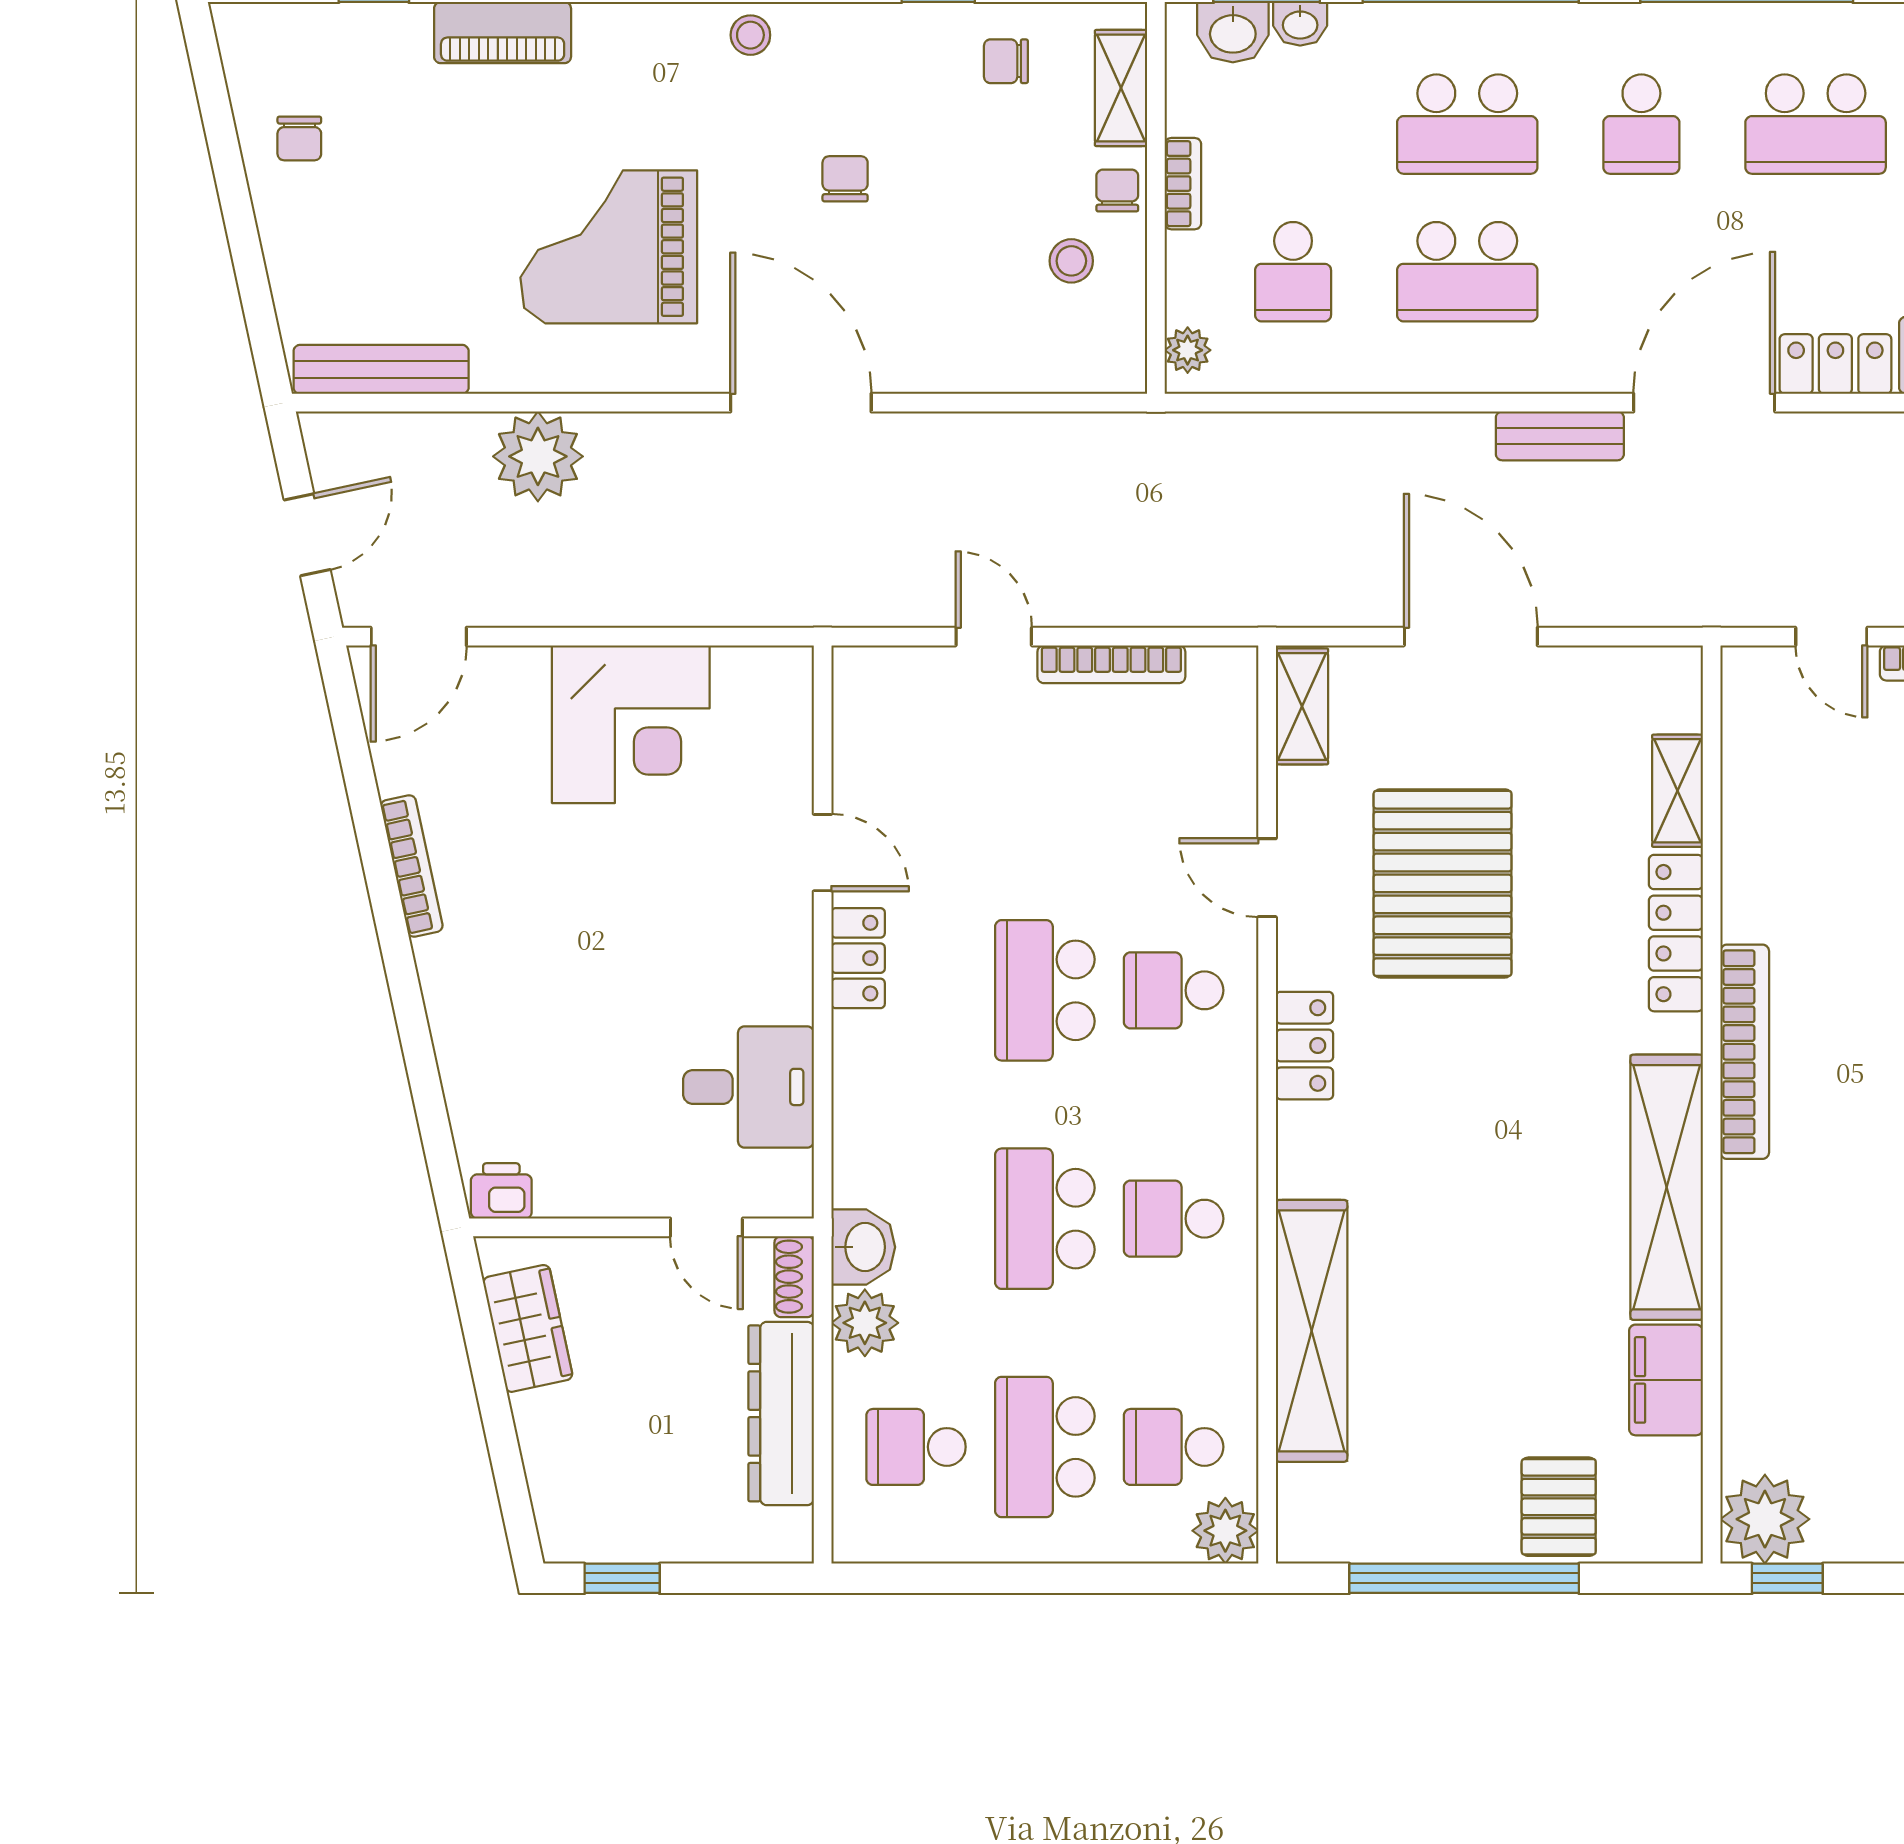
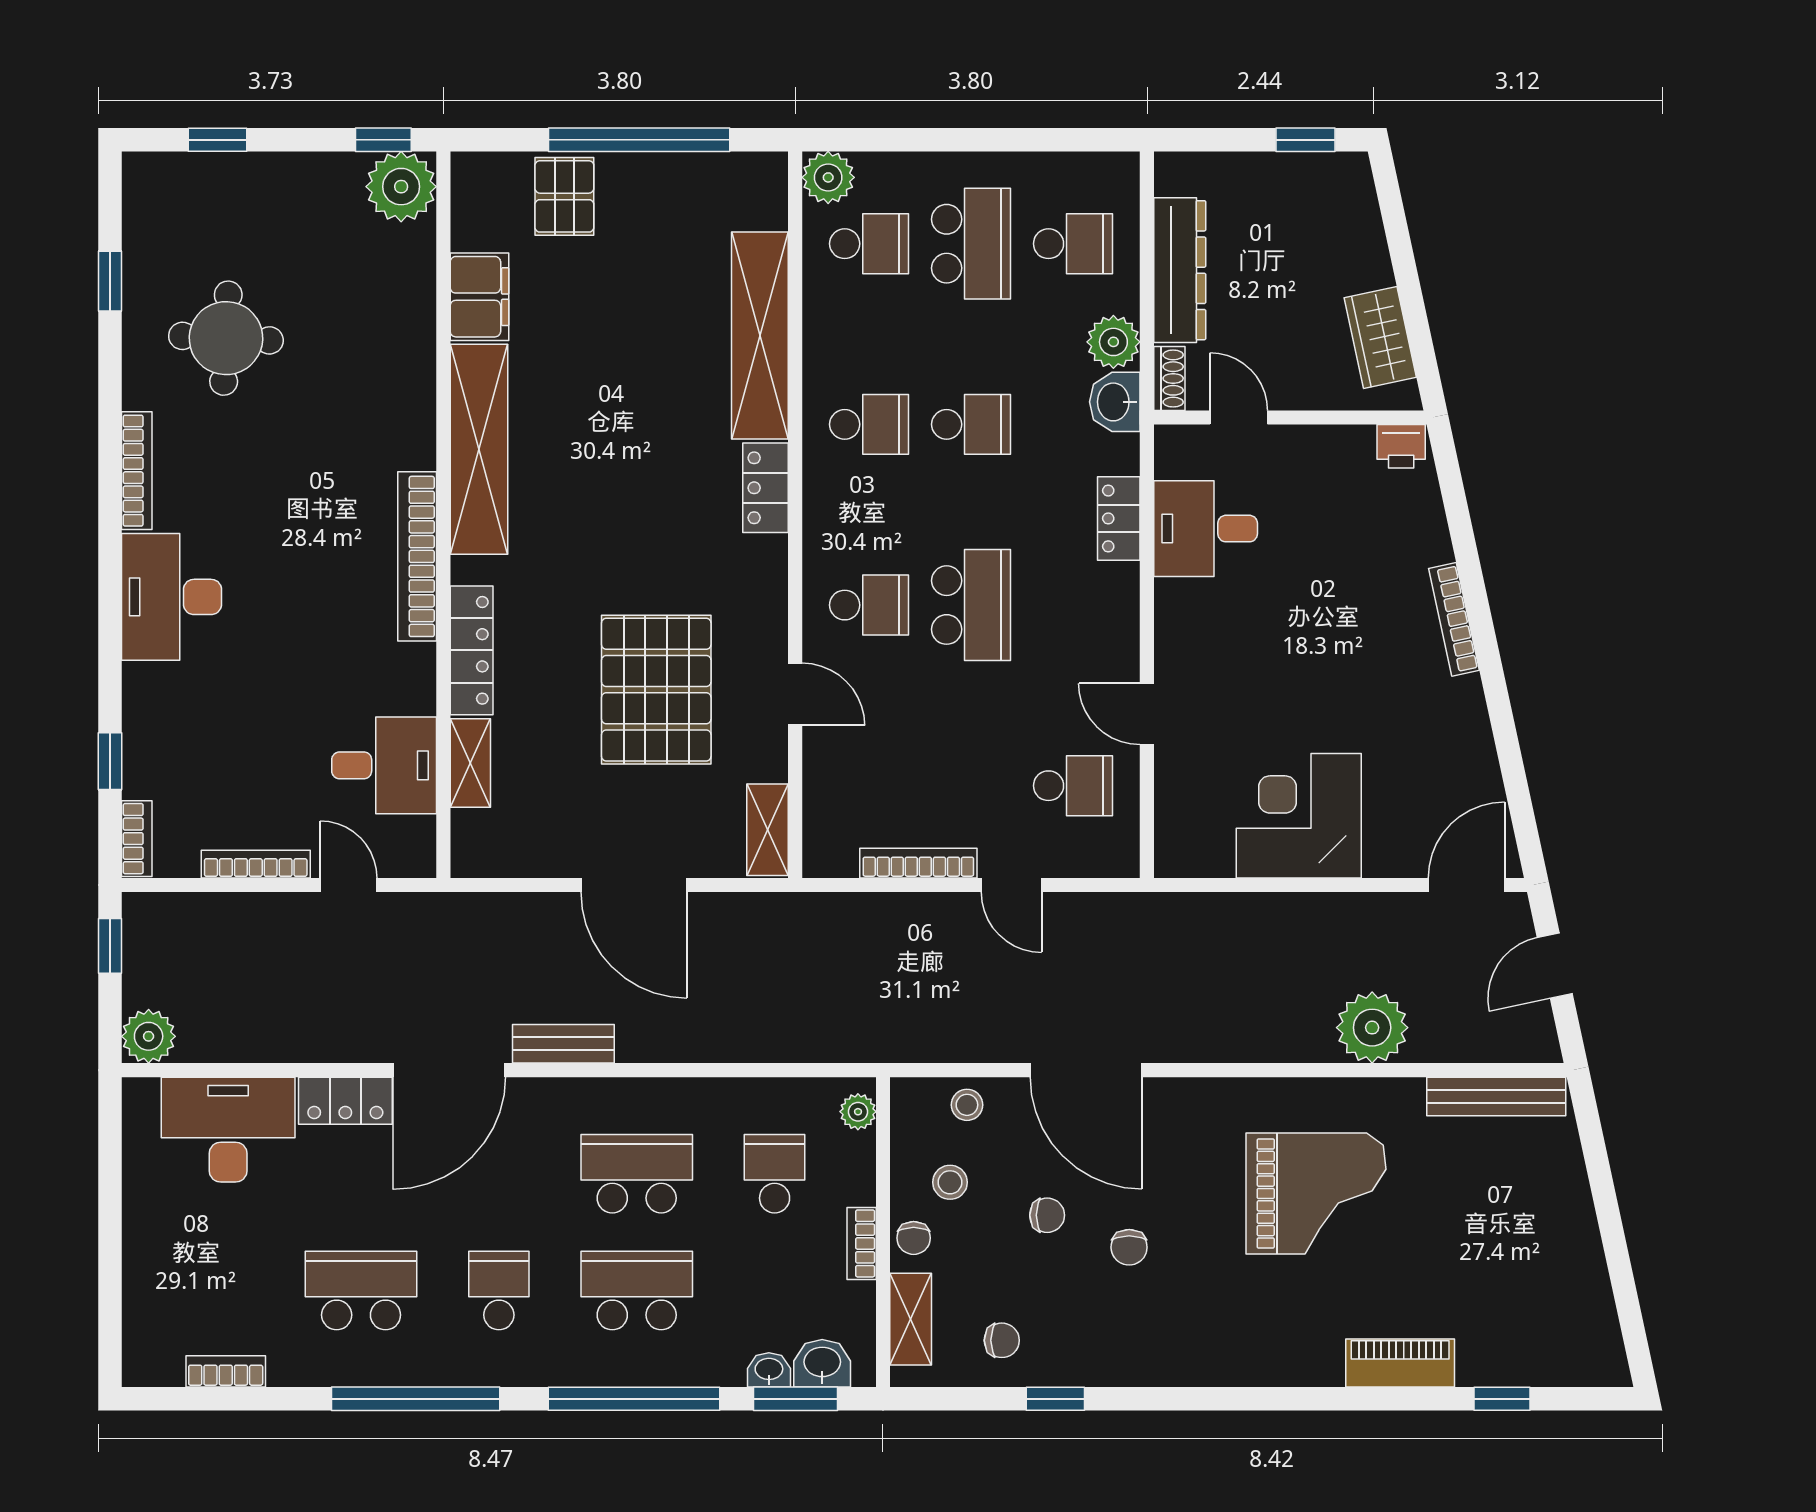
stool: (750, 35) -> (967, 1105), moved
chair: (299, 138) -> (1047, 1215), moved, turned 90
door: (801, 403) -> (1086, 1070), moved
school desk: (916, 762) -> (1073, 786), added
desk: (1786, 788) -> (384, 765), added
bookcase: (412, 866) -> (1454, 619), moved
locker: (858, 958) -> (1119, 518), moved
locker: (1305, 1046) -> (765, 488), moved
school desk: (1045, 1219) -> (971, 424), width x0.54

